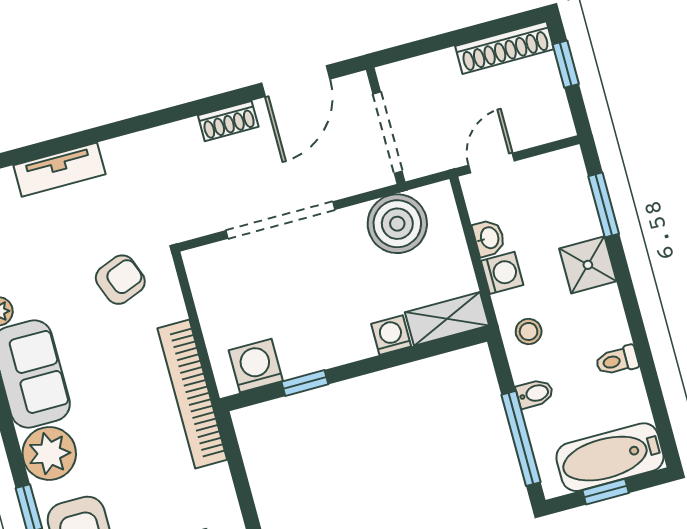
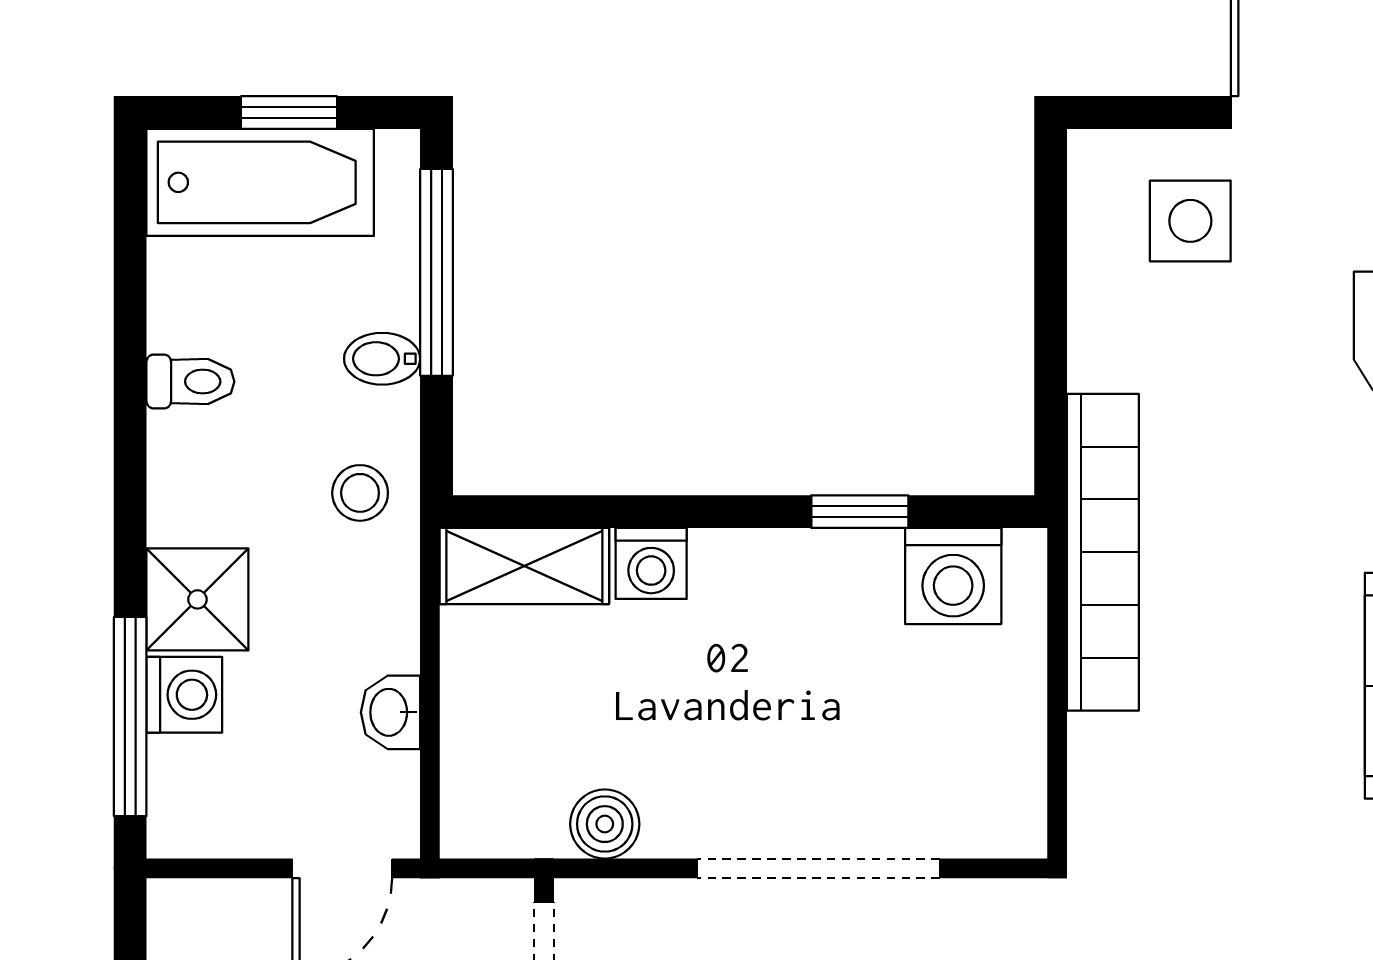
window: (604, 205) -> (130, 717), width x1.44
boiler: (397, 224) -> (605, 824), width x0.54, depth x0.54
washing machine: (502, 273) -> (184, 695), moved, turned 180
armchair: (120, 280) -> (1189, 834), removed

